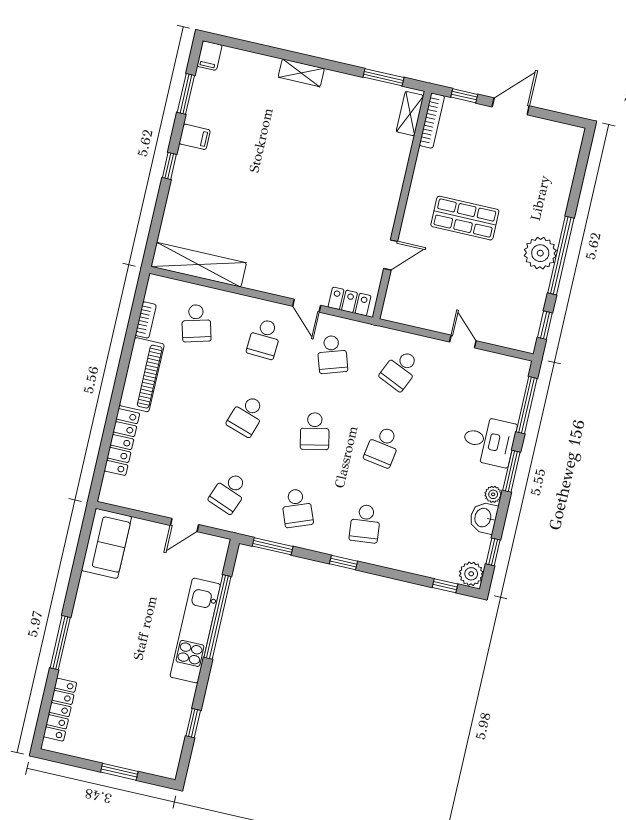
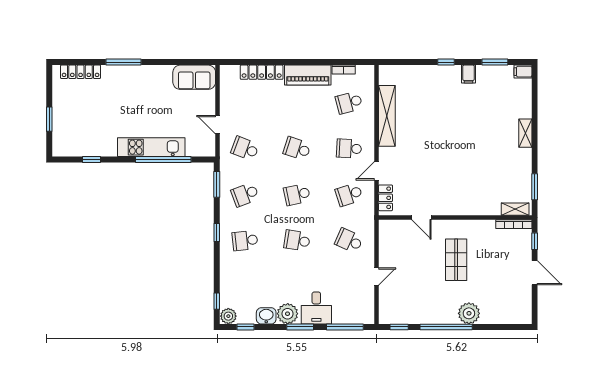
plant: (540, 253) -> (469, 313), moved
shelving: (199, 265) -> (387, 116), moved
plant: (493, 494) -> (288, 314), width x1.88, depth x1.88

